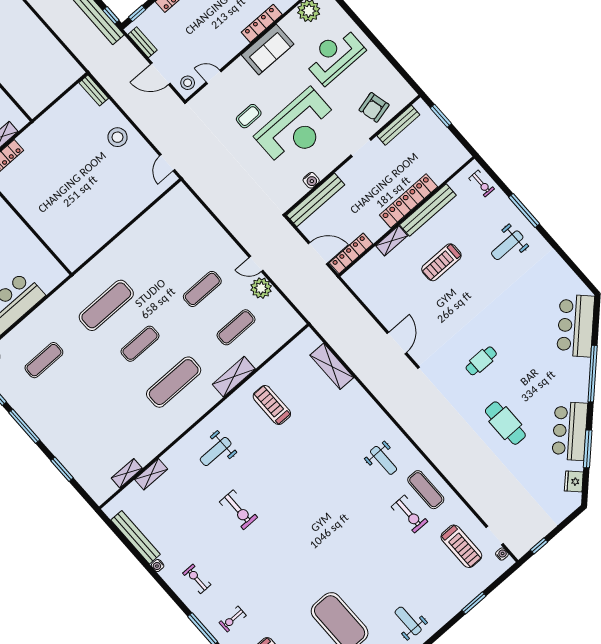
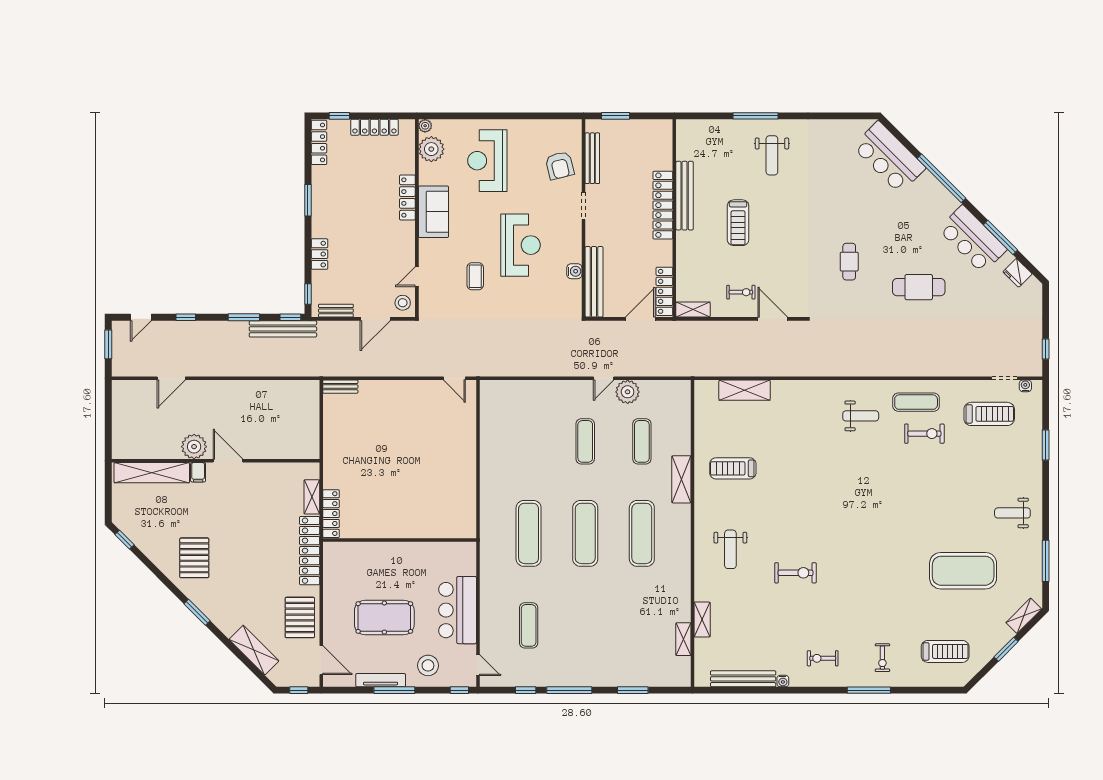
reception desk: (297, 128) -> (521, 245), width x0.74, depth x0.77
stool: (118, 137) -> (397, 401), removed
exercise bike: (482, 184) -> (741, 292), moved
shelving: (392, 241) -> (693, 310), moved, turned 90
exercise mat: (140, 344) -> (585, 533), width x1.36, depth x1.45

